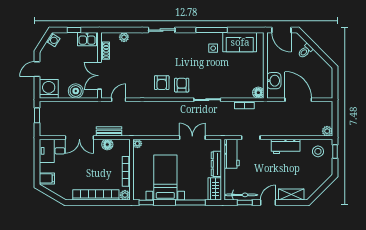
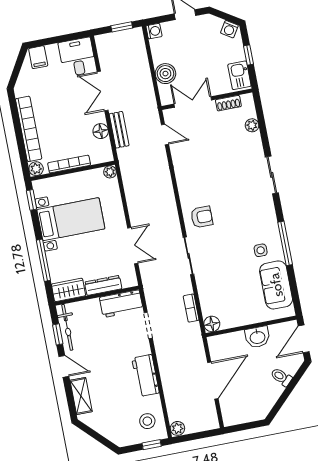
washbasin: (274, 81) -> (257, 337), moved
armchair: (162, 83) -> (200, 189), removed
washing machine: (49, 89) -> (154, 31), width x0.53, depth x0.53

